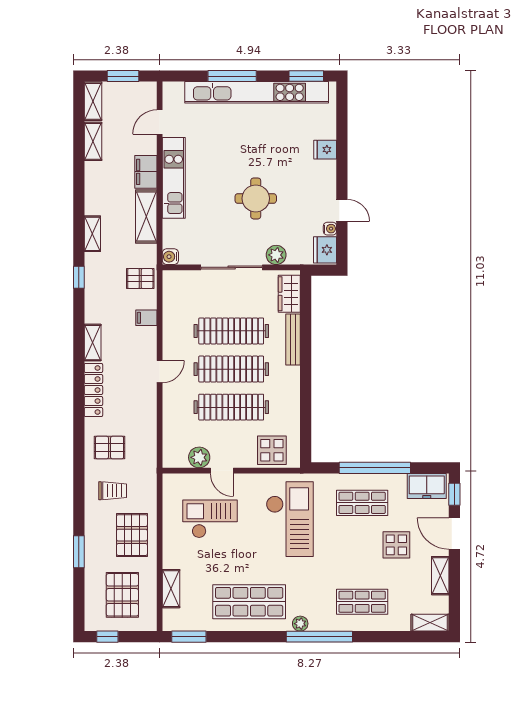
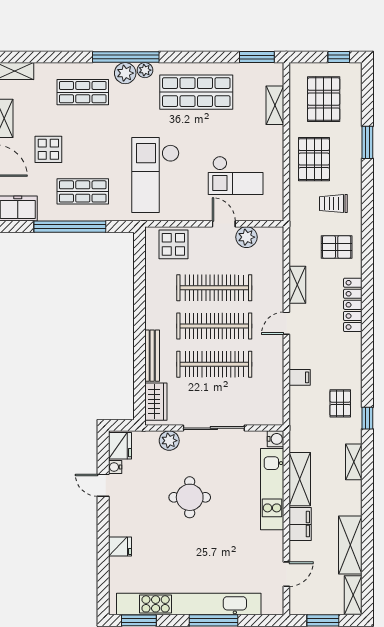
shelving: (93, 141) -> (350, 545), width x1.50, depth x1.33
kitchen unit: (174, 178) -> (272, 489), moved
pallet: (140, 279) -> (340, 403), moved, turned 90
shelving: (93, 343) -> (297, 285), moved
plant: (320, 621) -> (125, 73), added

